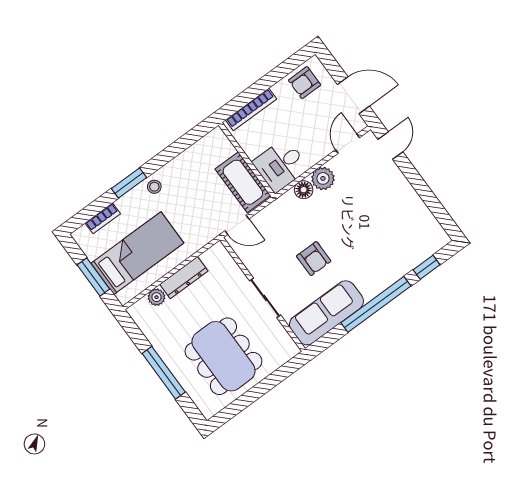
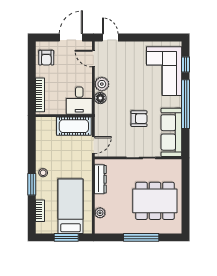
corner sofa: (398, 246) -> (164, 71), added
dresser: (184, 278) -> (100, 179), moved

